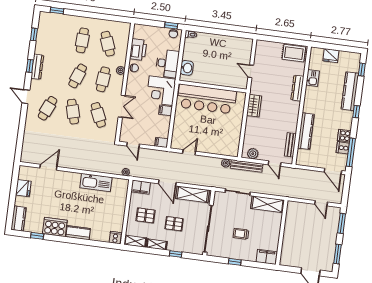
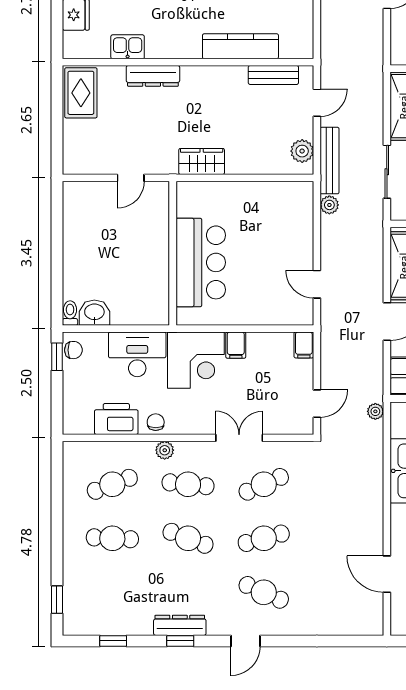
washbasin: (187, 68) -> (94, 313), moved
bar counter: (207, 99) -> (201, 262), width x0.73

